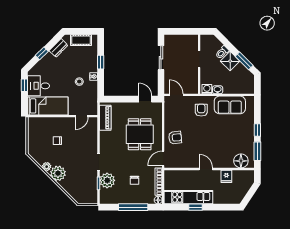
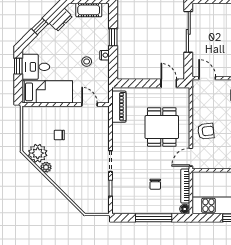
sliding door: (161, 58) -> (188, 32), width x1.37
door: (82, 116) -> (89, 104), swing flipped
plant: (58, 173) -> (38, 153), moved
plant: (107, 180) -> (121, 185), removed

